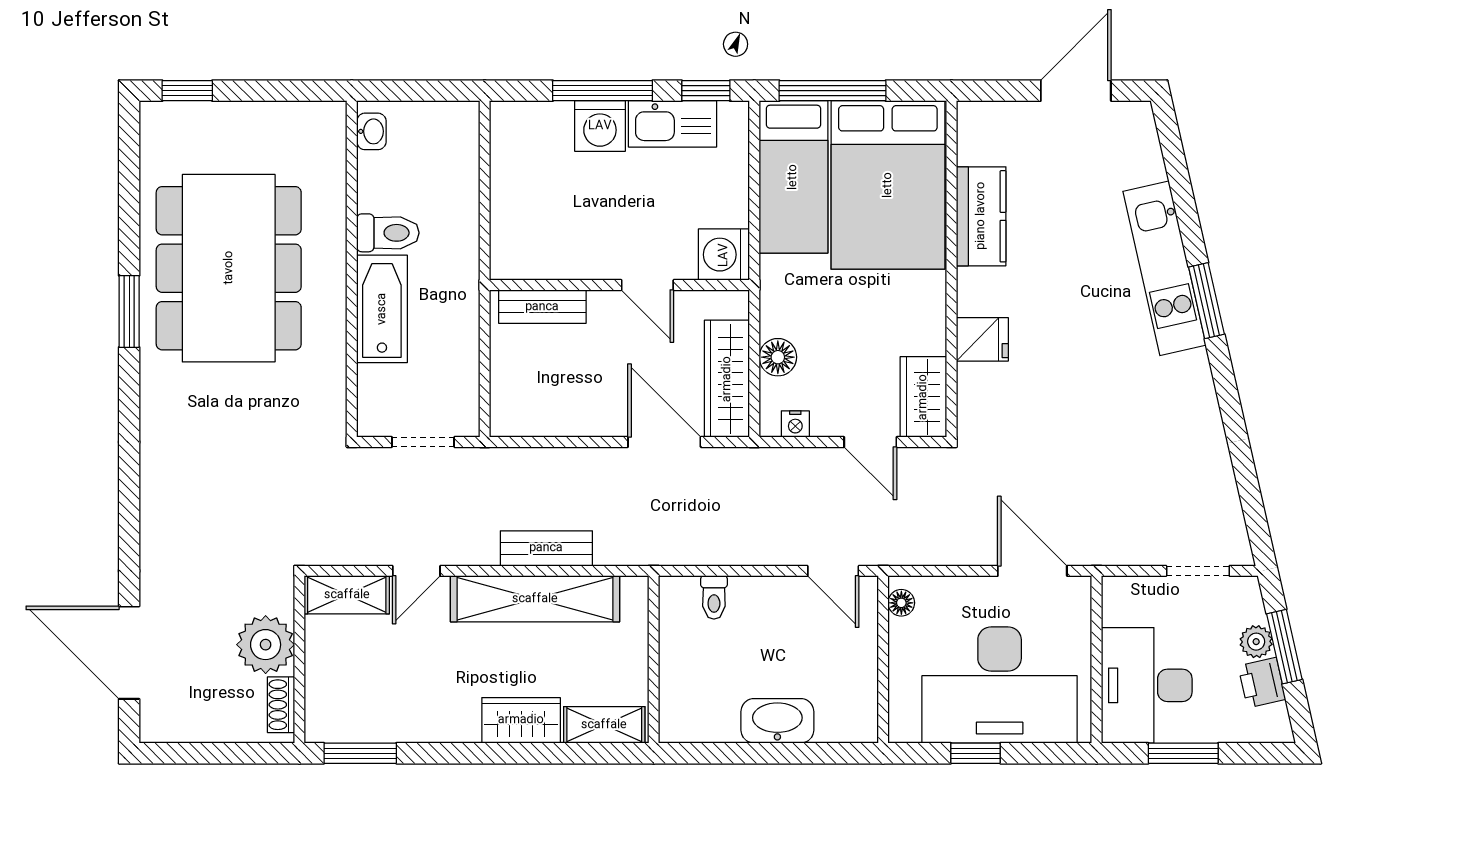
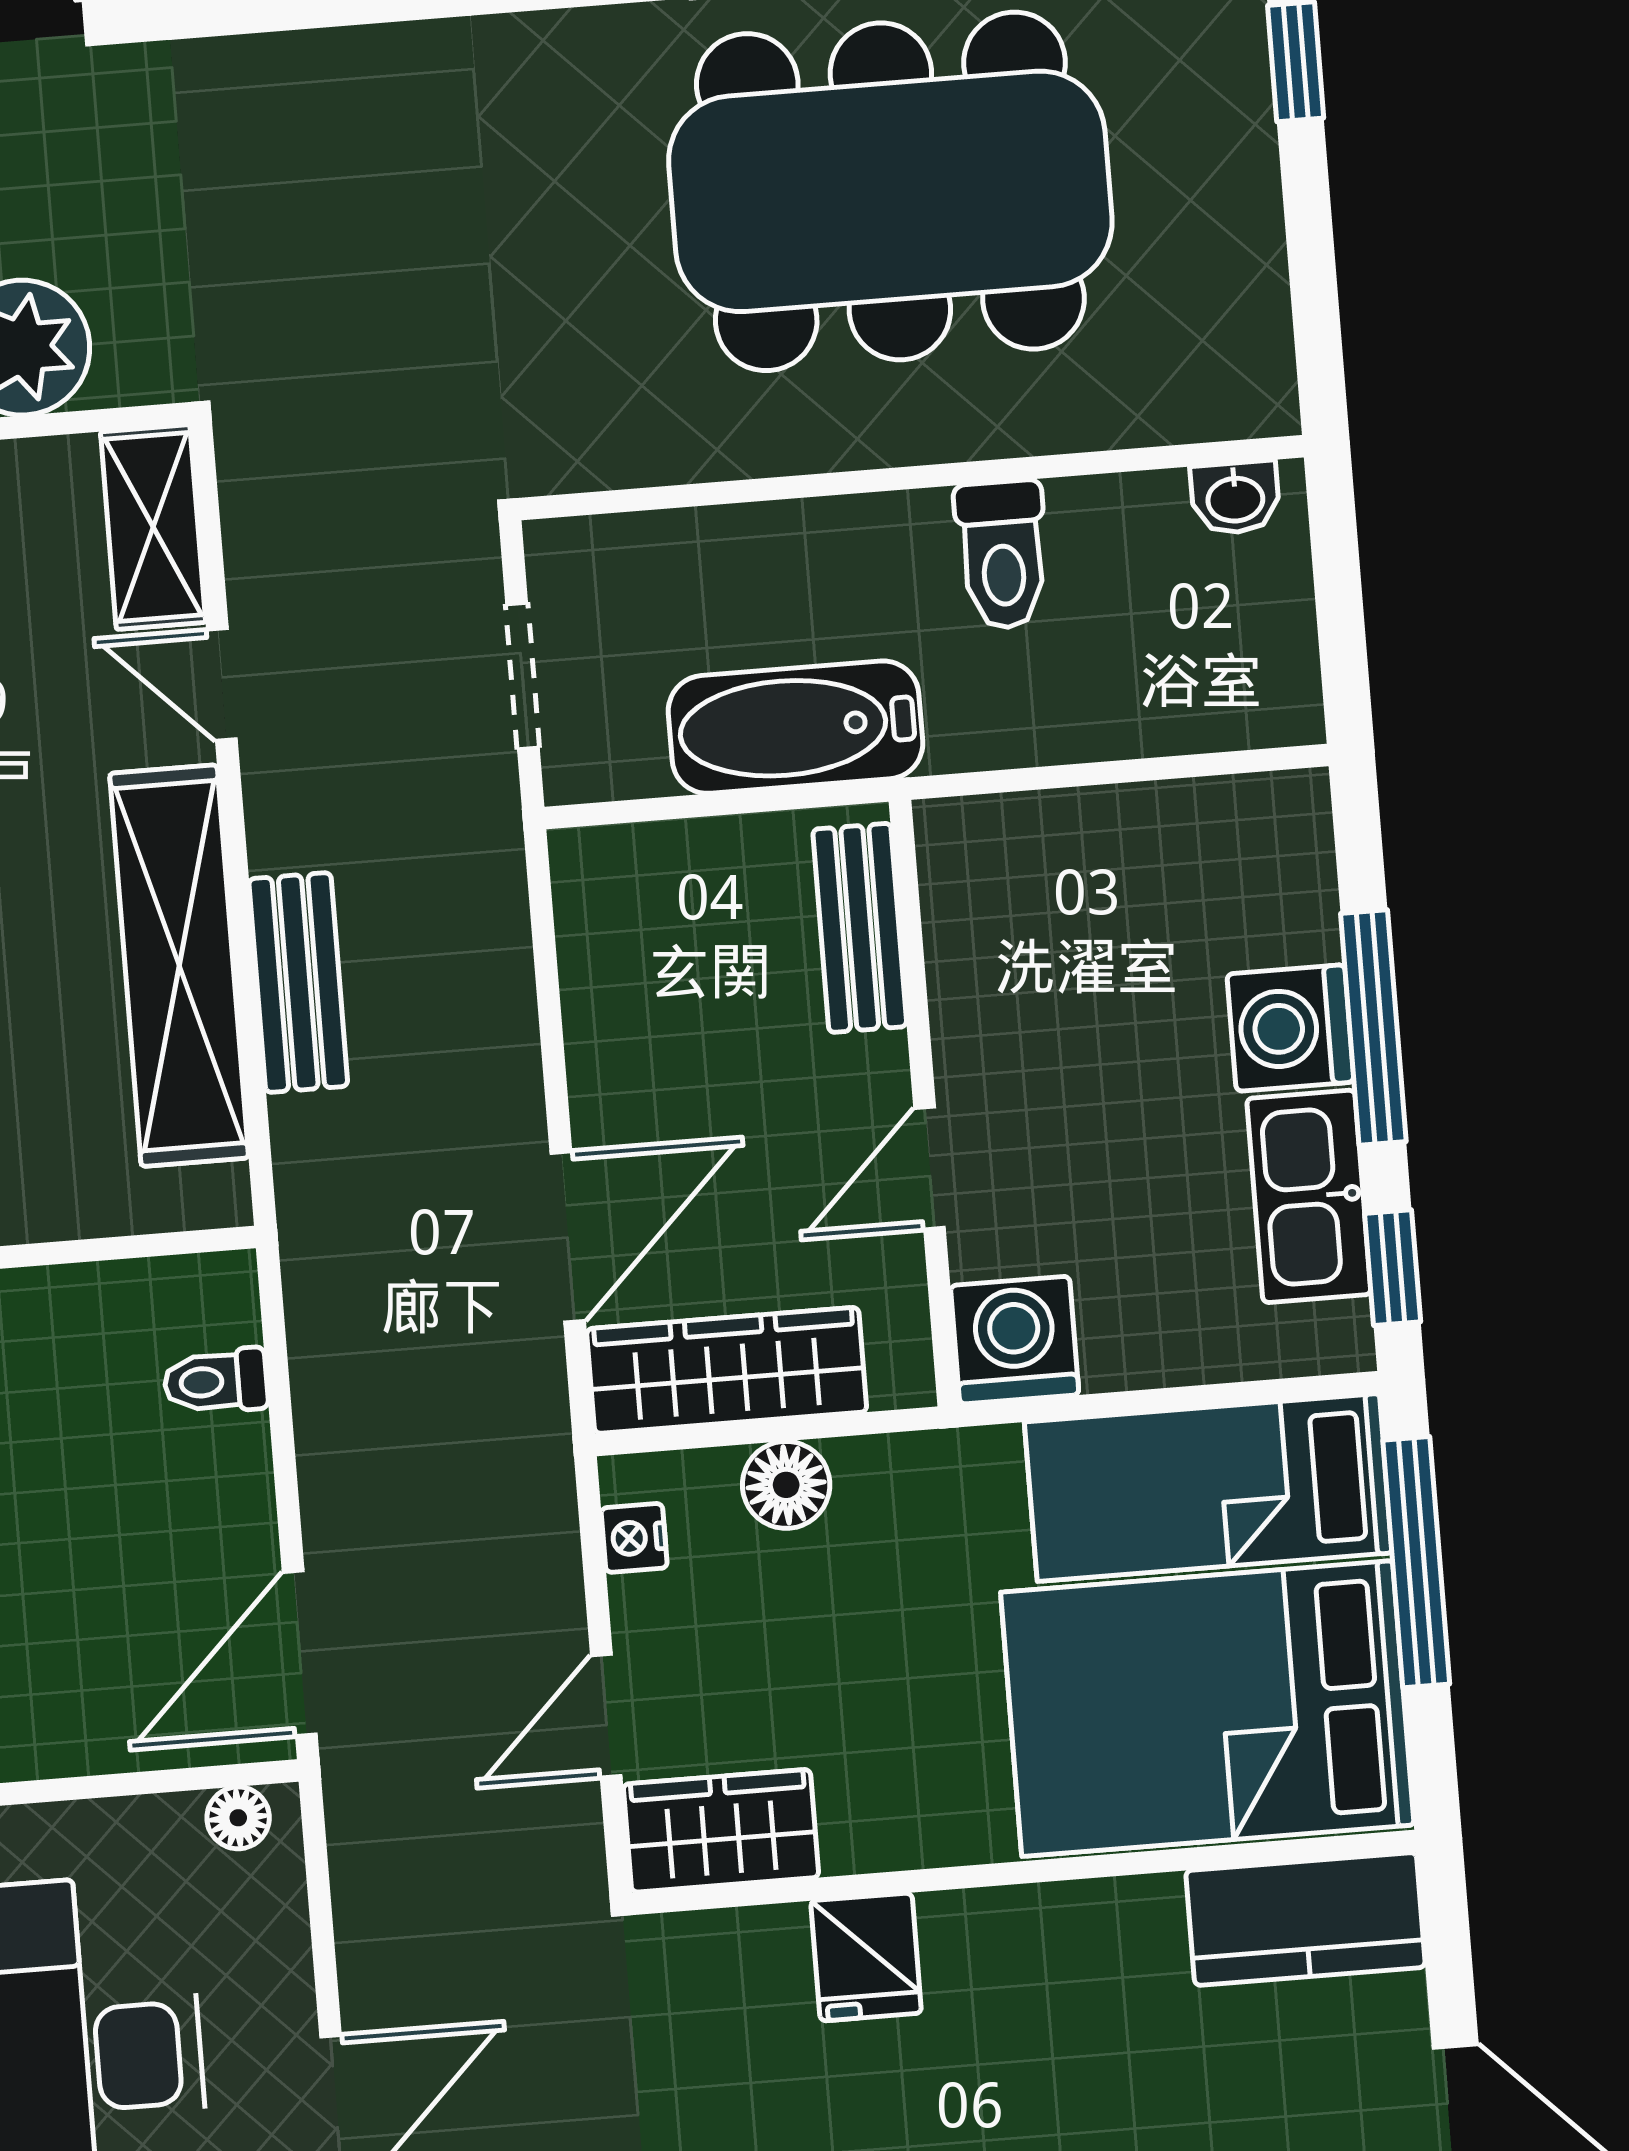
kitchen counter: (981, 216) -> (1305, 1919), moved
bathtub: (382, 309) -> (795, 727), moved, turned 180
door: (833, 571) -> (300, 1653), width x1.38

